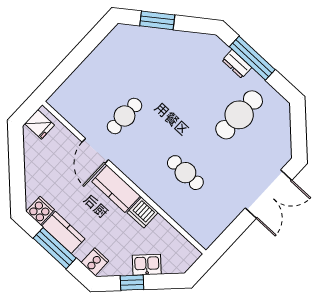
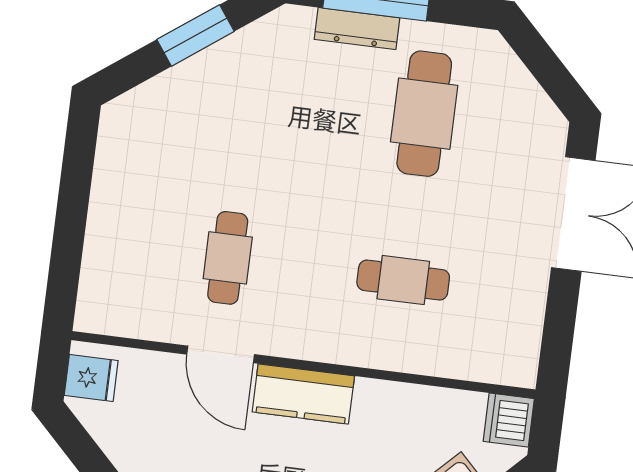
window: (157, 20) -> (195, 35), moved
dresser: (237, 64) -> (357, 29), width x1.44
dishwasher: (143, 213) -> (509, 420), moved, turned 90

